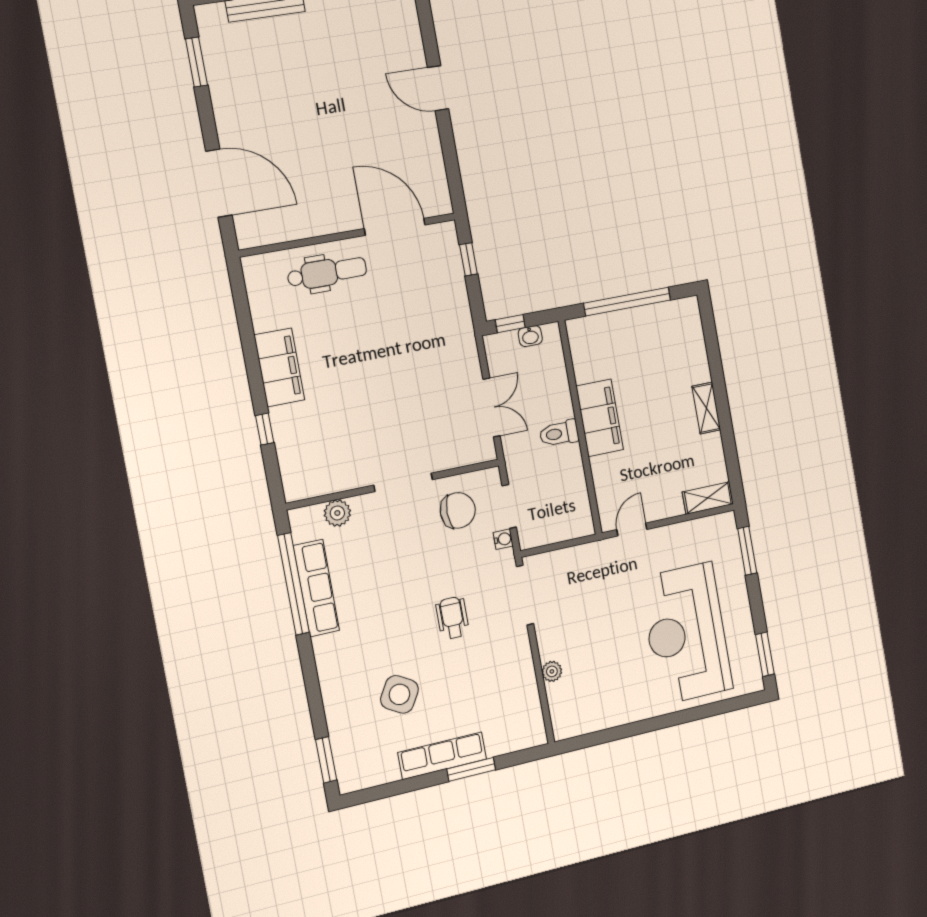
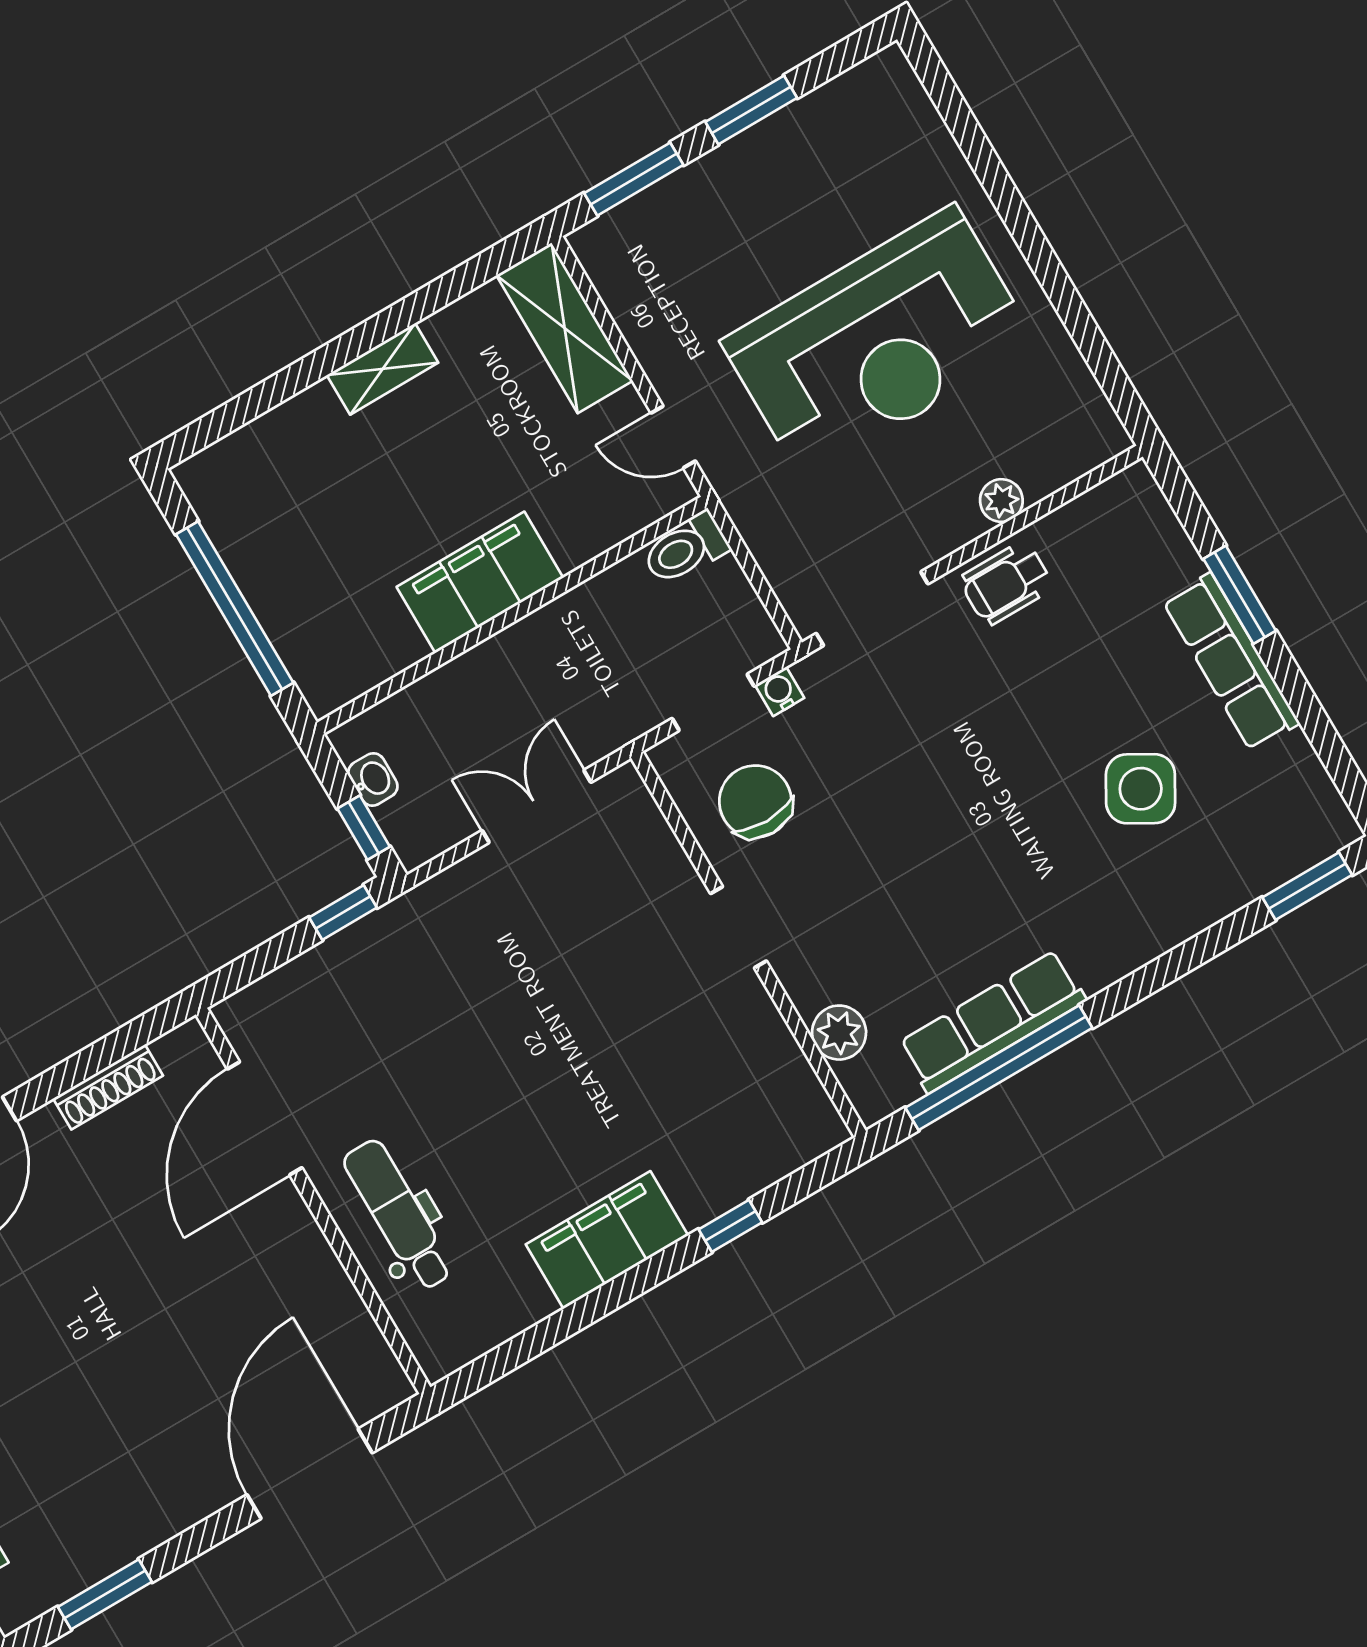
shoe rack: (435, 159) -> (108, 1087), added
window: (468, 259) -> (343, 913), moved
toilet: (559, 433) -> (685, 549), moved, turned 90
doorway: (403, 482) -> (738, 927), width x0.73
shelving: (708, 498) -> (565, 328), width x1.50, depth x1.33
wheelchair: (452, 618) -> (1006, 583), moved
reception desk: (686, 633) -> (879, 342), moved
window: (765, 654) -> (751, 110), moved

